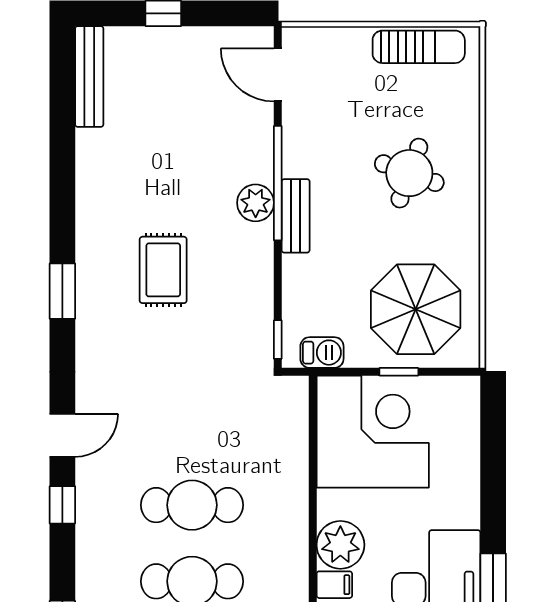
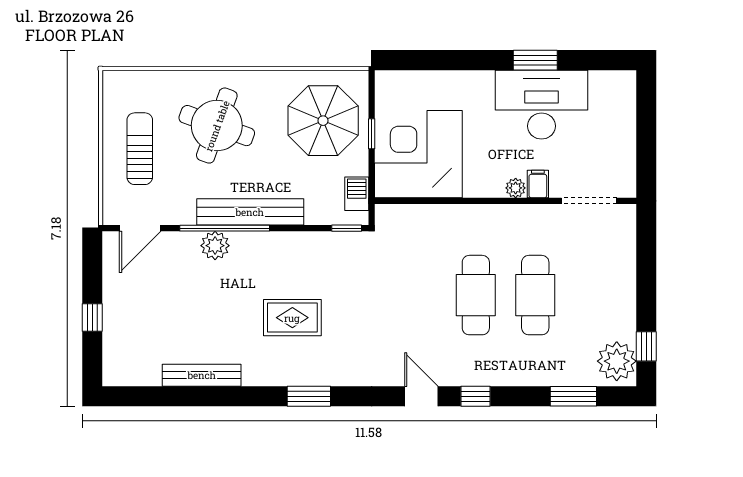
sun lounger: (419, 47) -> (140, 149), moved
bench: (89, 76) -> (202, 375), moved
round table: (409, 173) -> (217, 126), width x1.36, depth x1.36
plant: (256, 203) -> (215, 246), moved
bench: (296, 216) -> (250, 212), width x1.86, depth x1.21
plant: (340, 545) -> (516, 188), width x0.53, depth x0.53

